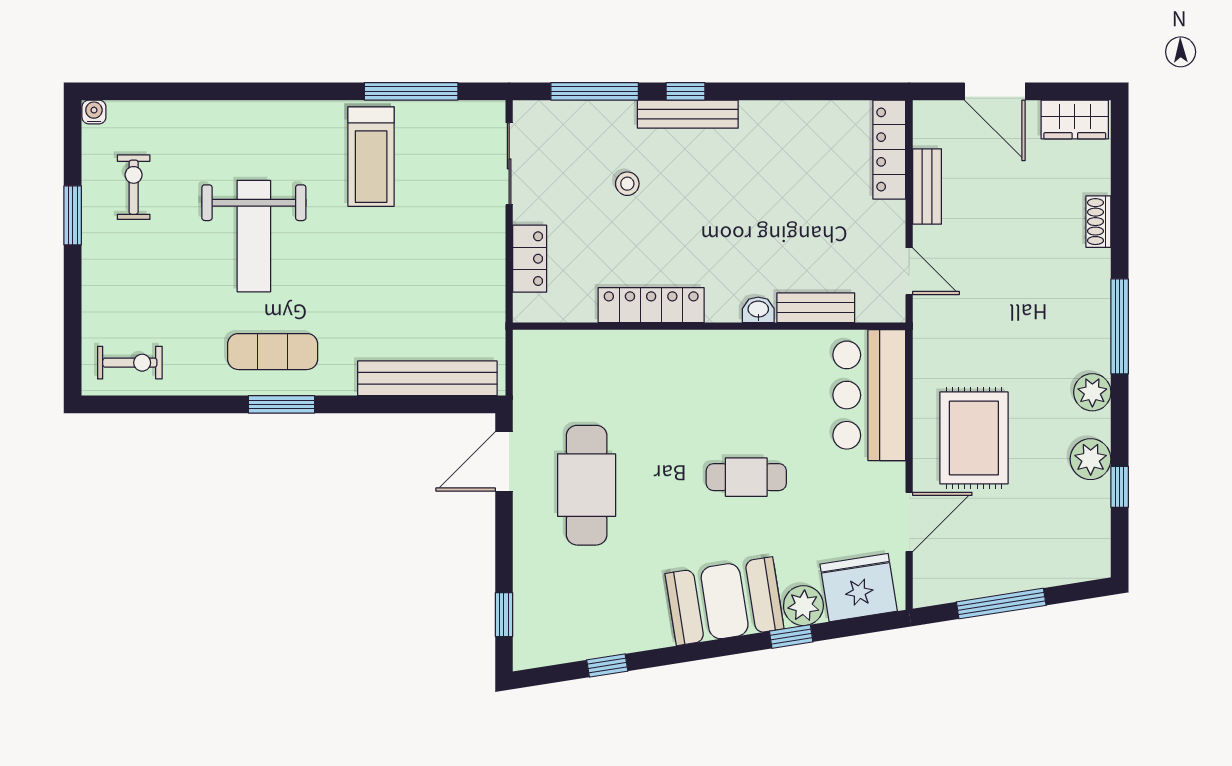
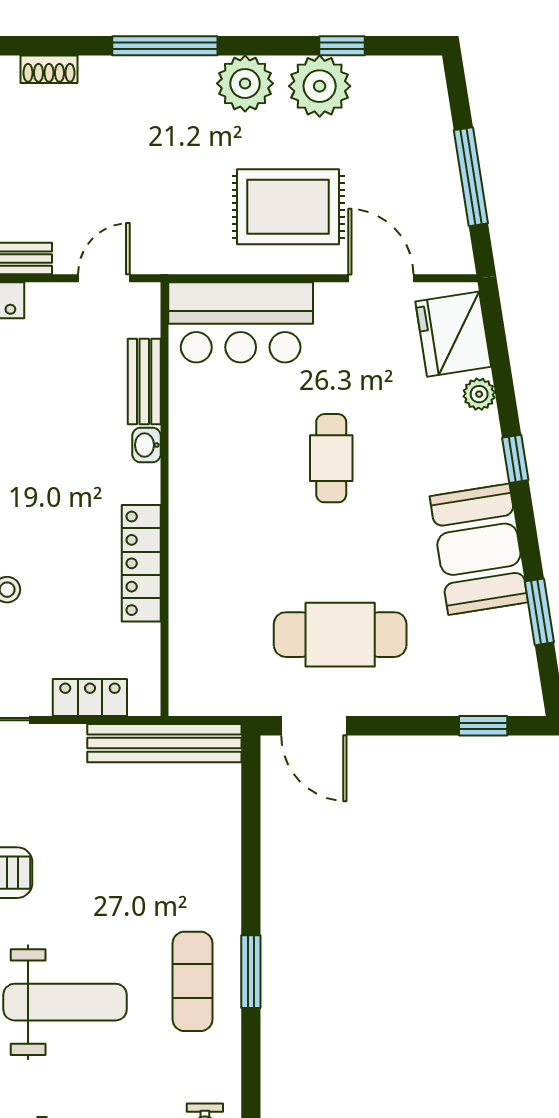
bench: (427, 378) -> (164, 743), moved, turned 90
plant: (1092, 392) -> (245, 83), width x1.36, depth x1.36
plant: (1091, 459) -> (320, 86), width x1.36, depth x1.36
booth: (725, 601) -> (479, 549), moved
plant: (803, 606) -> (479, 394), width x0.73, depth x0.73
window: (791, 637) -> (515, 459), moved
window: (607, 665) -> (539, 612), width x1.50

